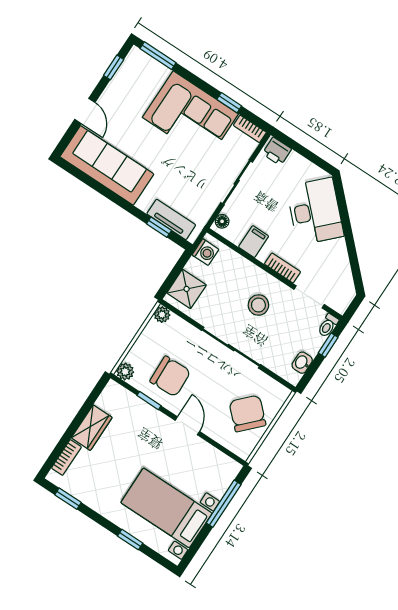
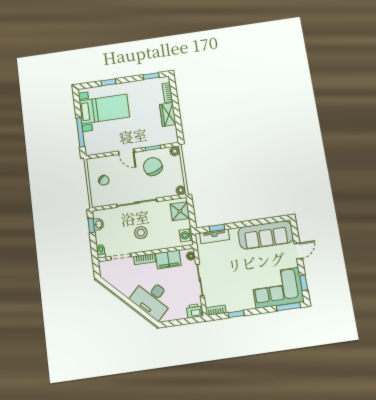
door: (85, 111) -> (298, 251), swing flipped
corner sofa: (190, 116) -> (277, 288), moved
filing cabinet: (254, 242) -> (168, 259), width x2.00
window: (328, 345) -> (91, 225), moved
chair: (170, 376) -> (153, 166), turned 72
chair: (247, 413) -> (104, 180), width x0.54, depth x0.54

